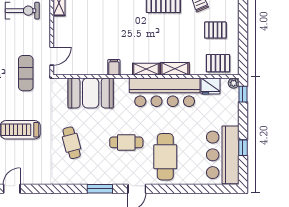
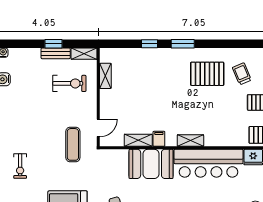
shelving: (175, 69) -> (138, 140), moved
booth: (91, 93) -> (151, 164), moved

